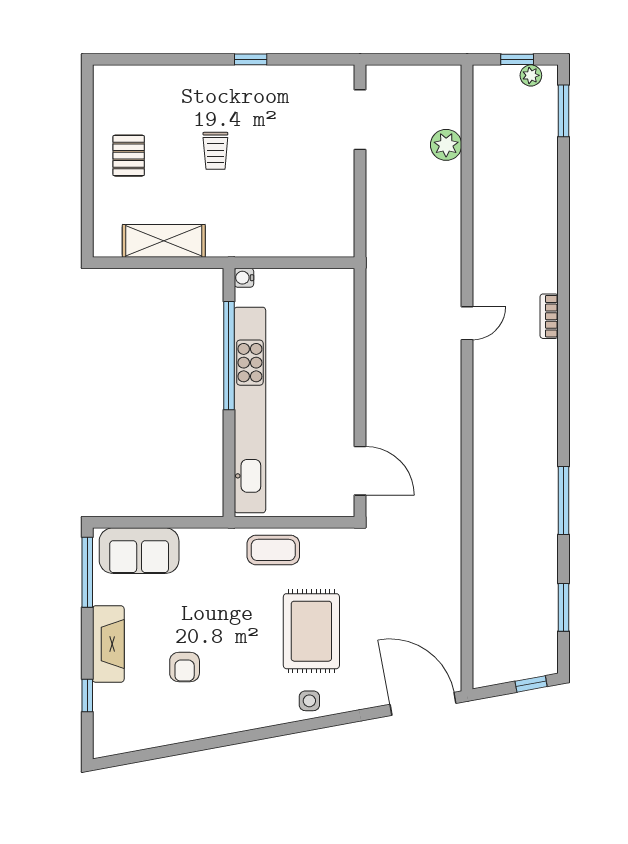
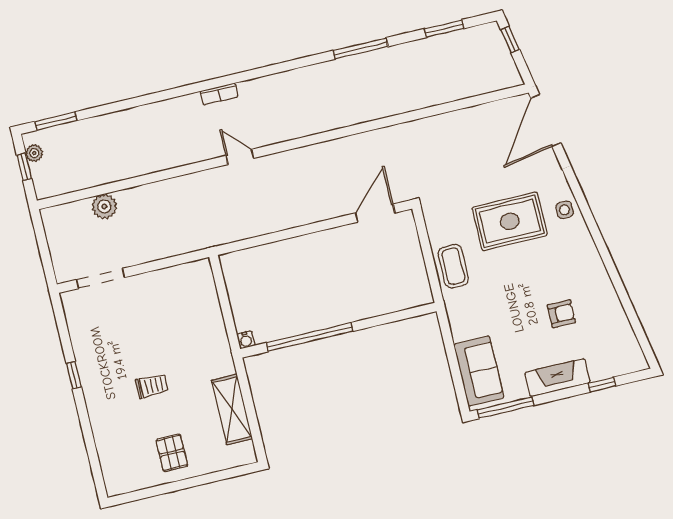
pallet: (129, 156) -> (172, 453), turned 90
kitchen unit: (250, 410) -> (348, 311), removed

